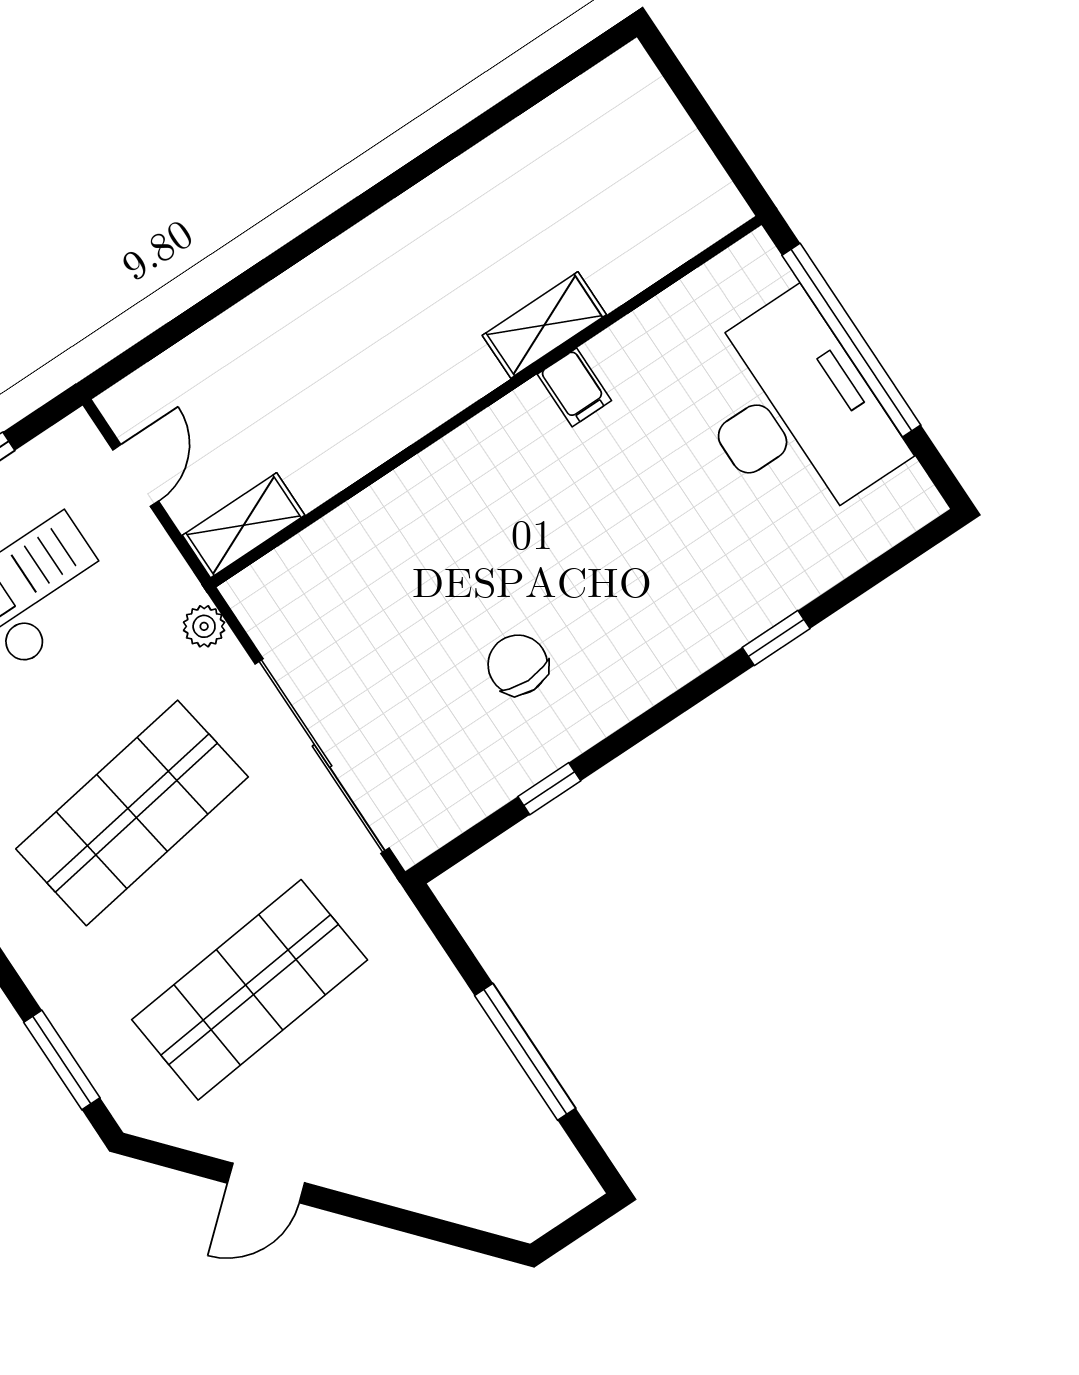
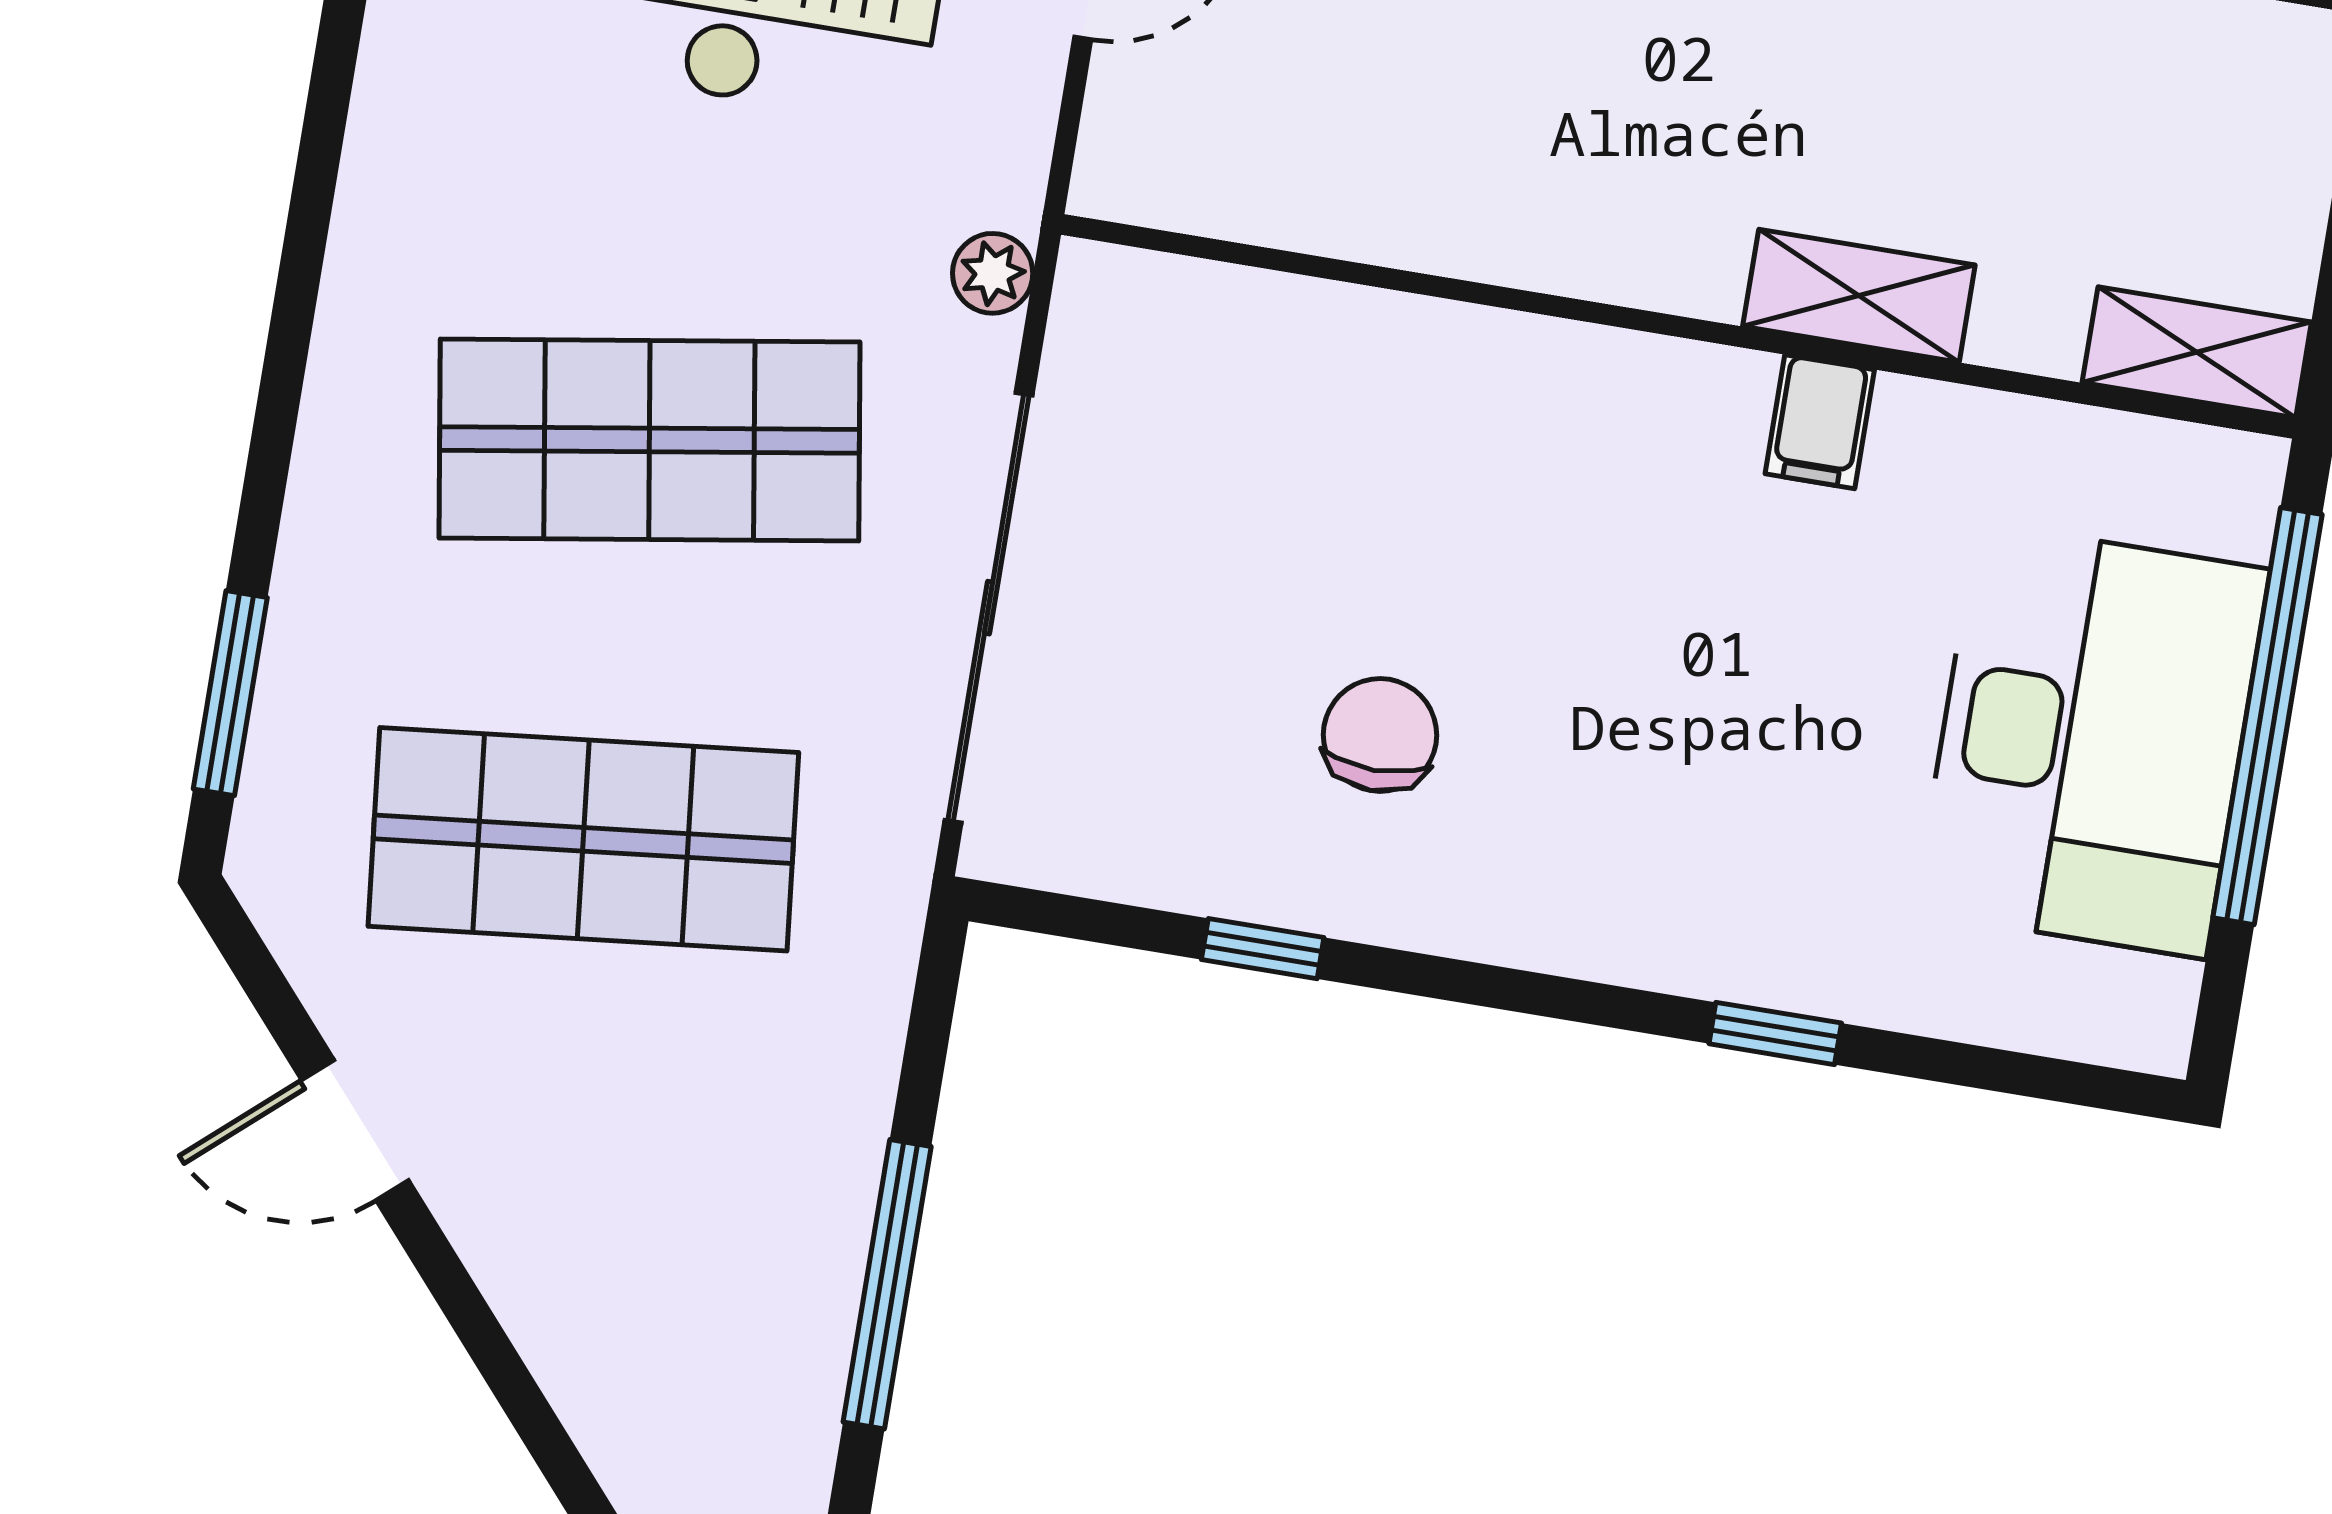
shelving: (244, 525) -> (2197, 352), moved

